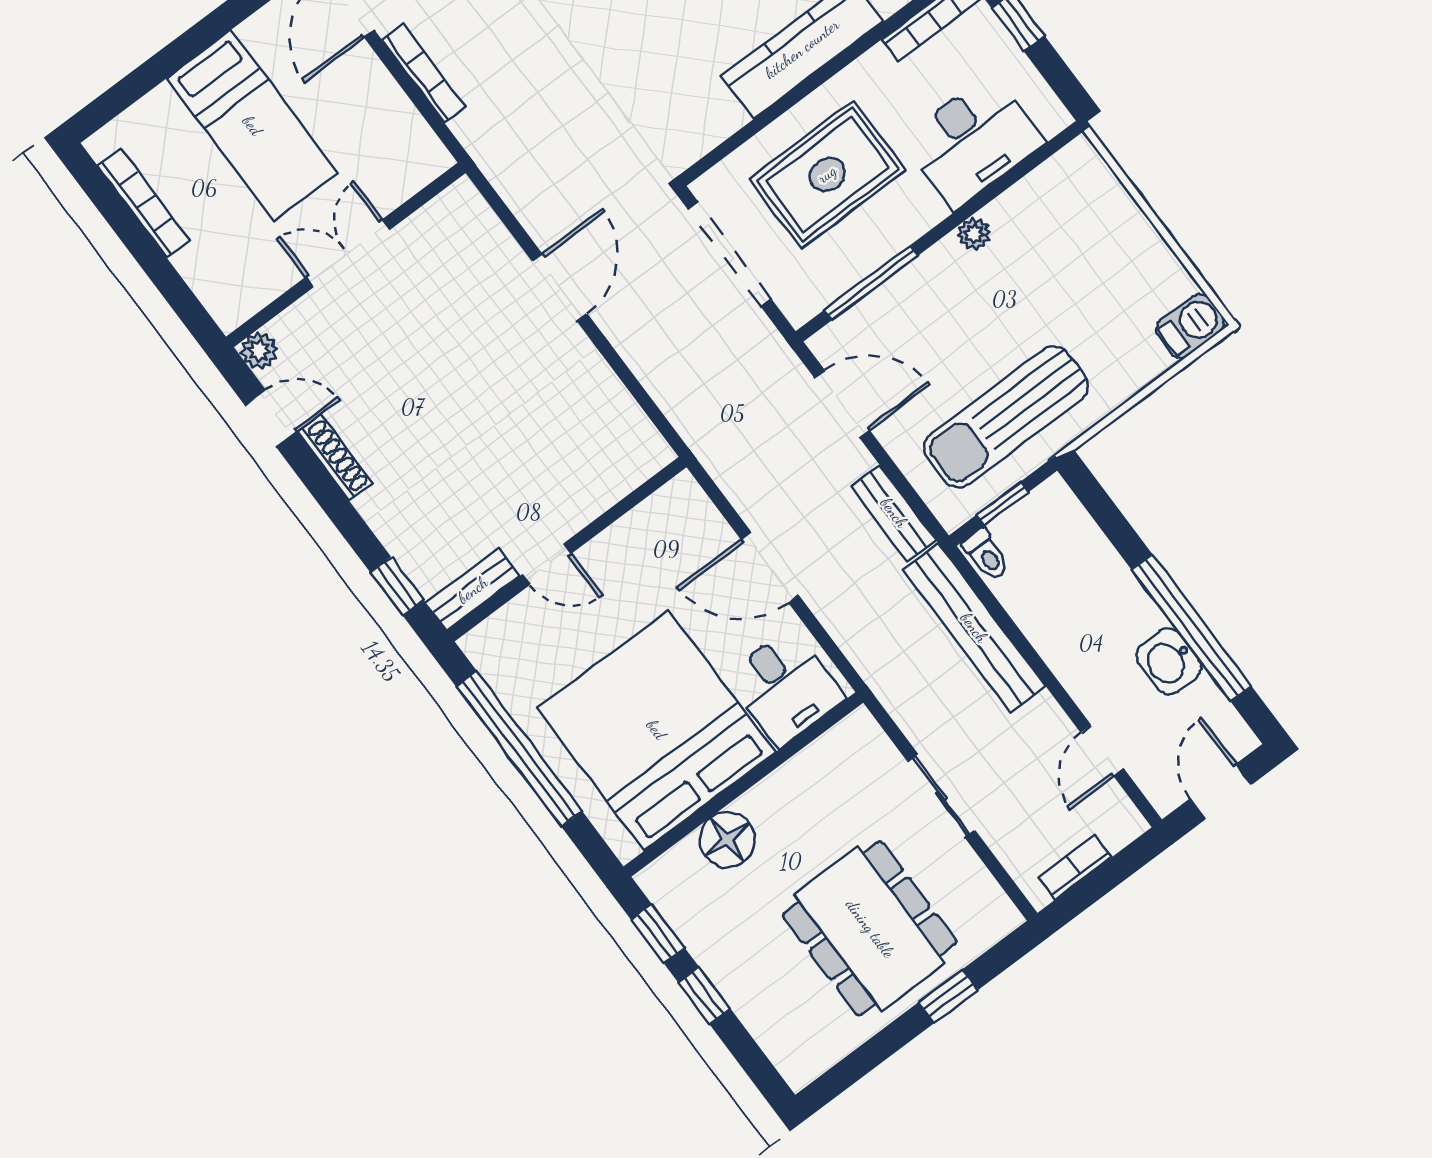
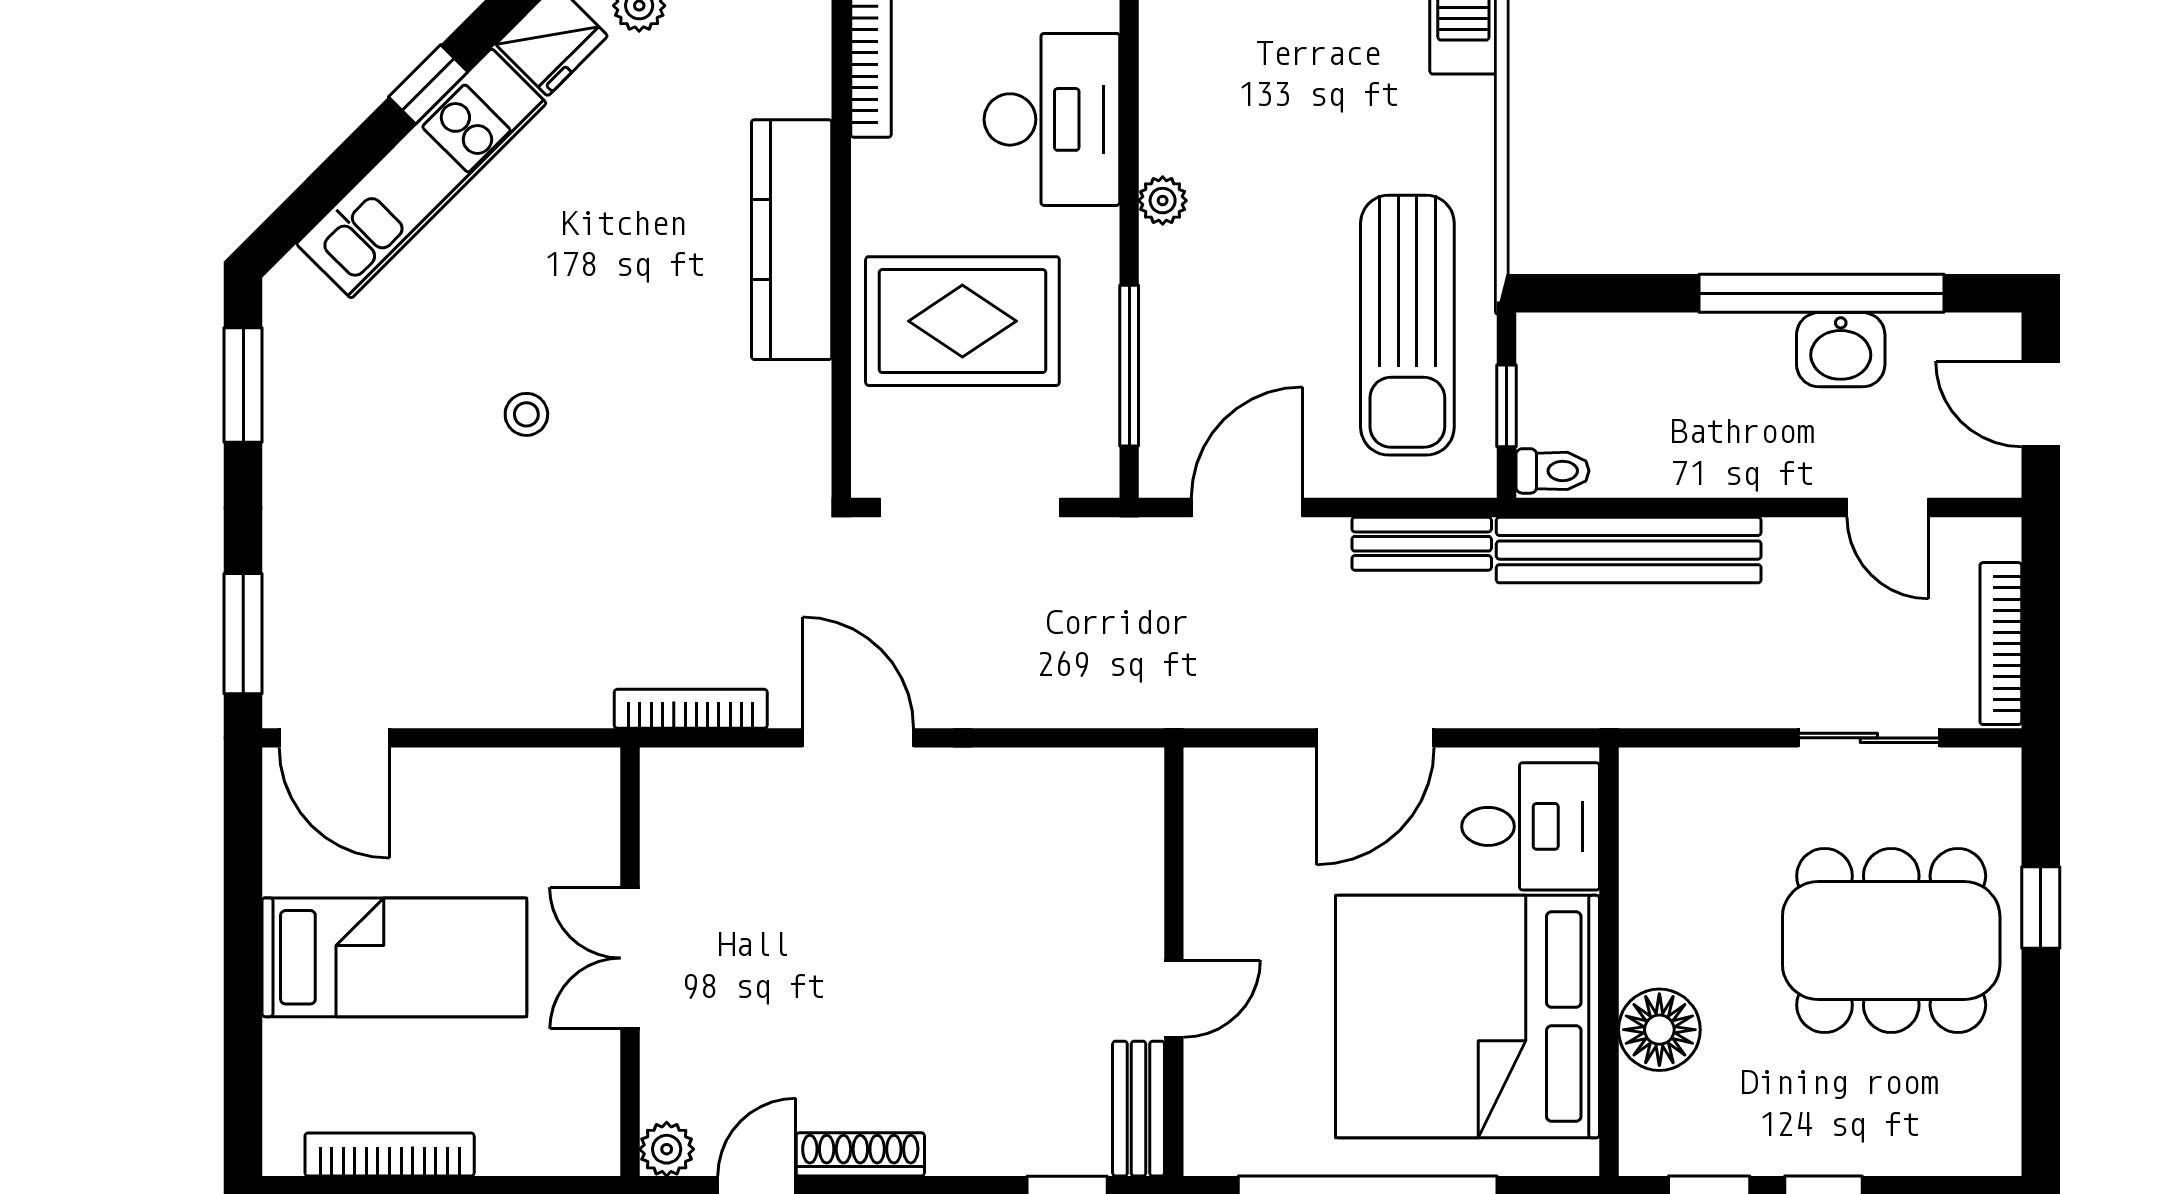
bookcase: (424, 74) -> (691, 709), moved
rug: (827, 174) -> (962, 321), turned 90
sliding door: (942, 796) -> (1869, 738), moved
bookcase: (1075, 867) -> (2001, 644), width x1.56

